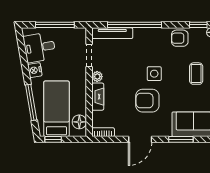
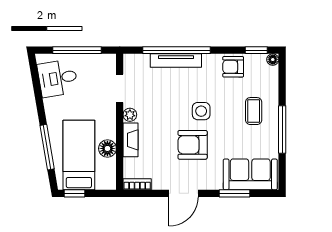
tv unit: (112, 33) -> (176, 61), moved
nightstand: (35, 70) -> (52, 107), removed
floor lamp: (79, 122) -> (107, 148), moved

